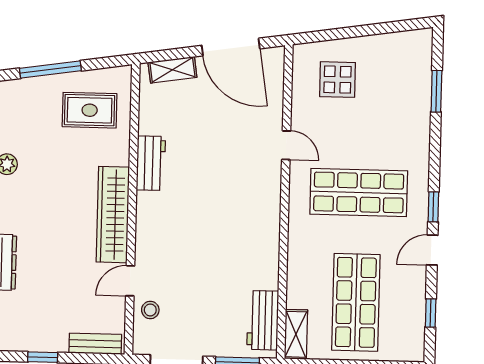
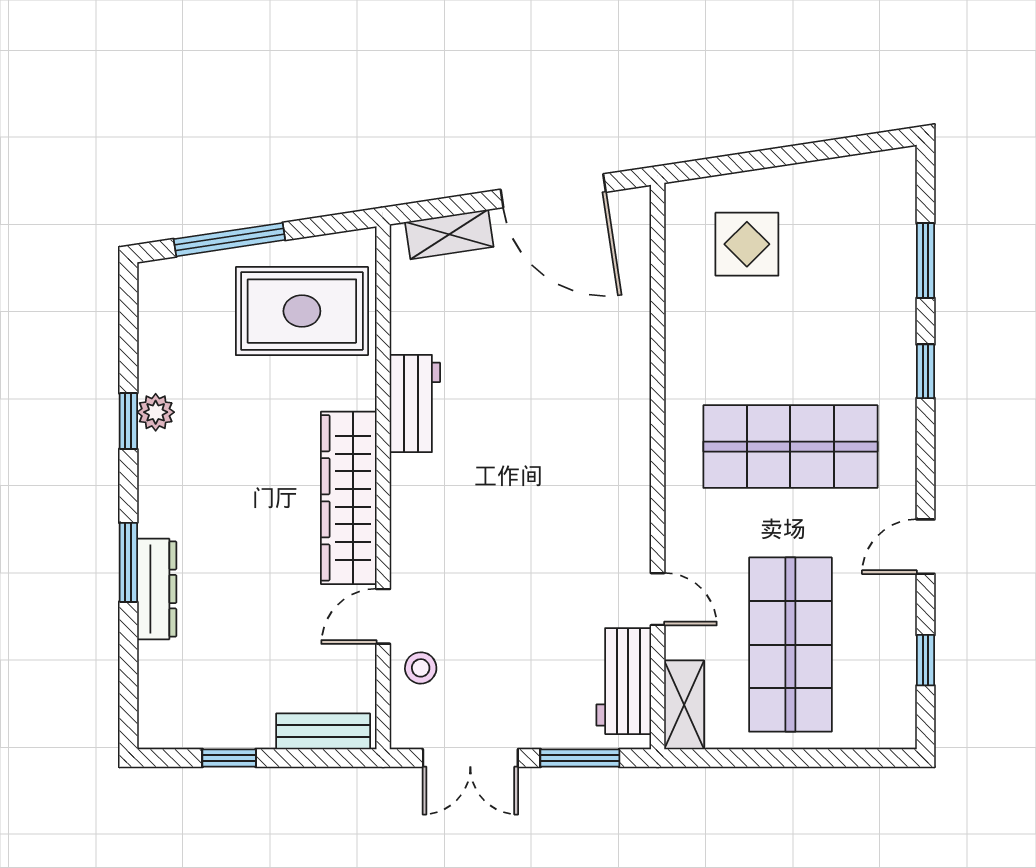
rug: (90, 110) -> (302, 311), width x1.36, depth x1.43
door: (286, 145) -> (658, 599), moved
window: (433, 207) -> (926, 371), moved

